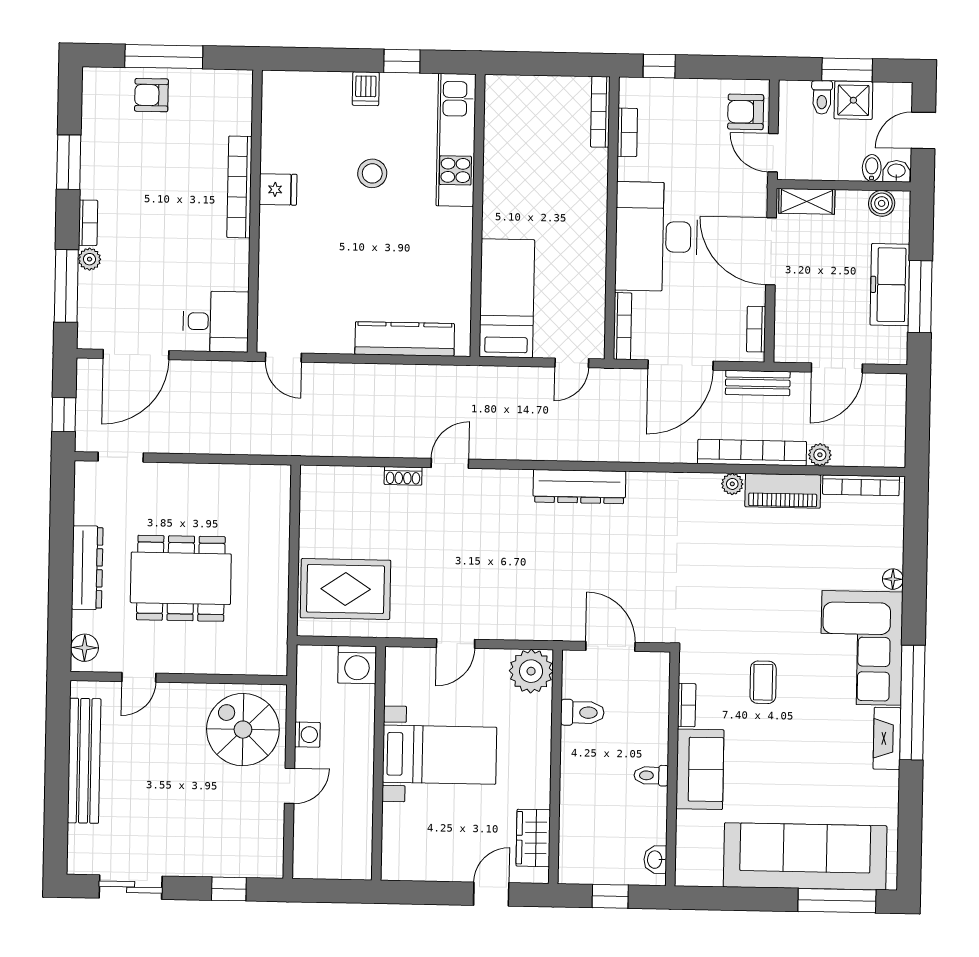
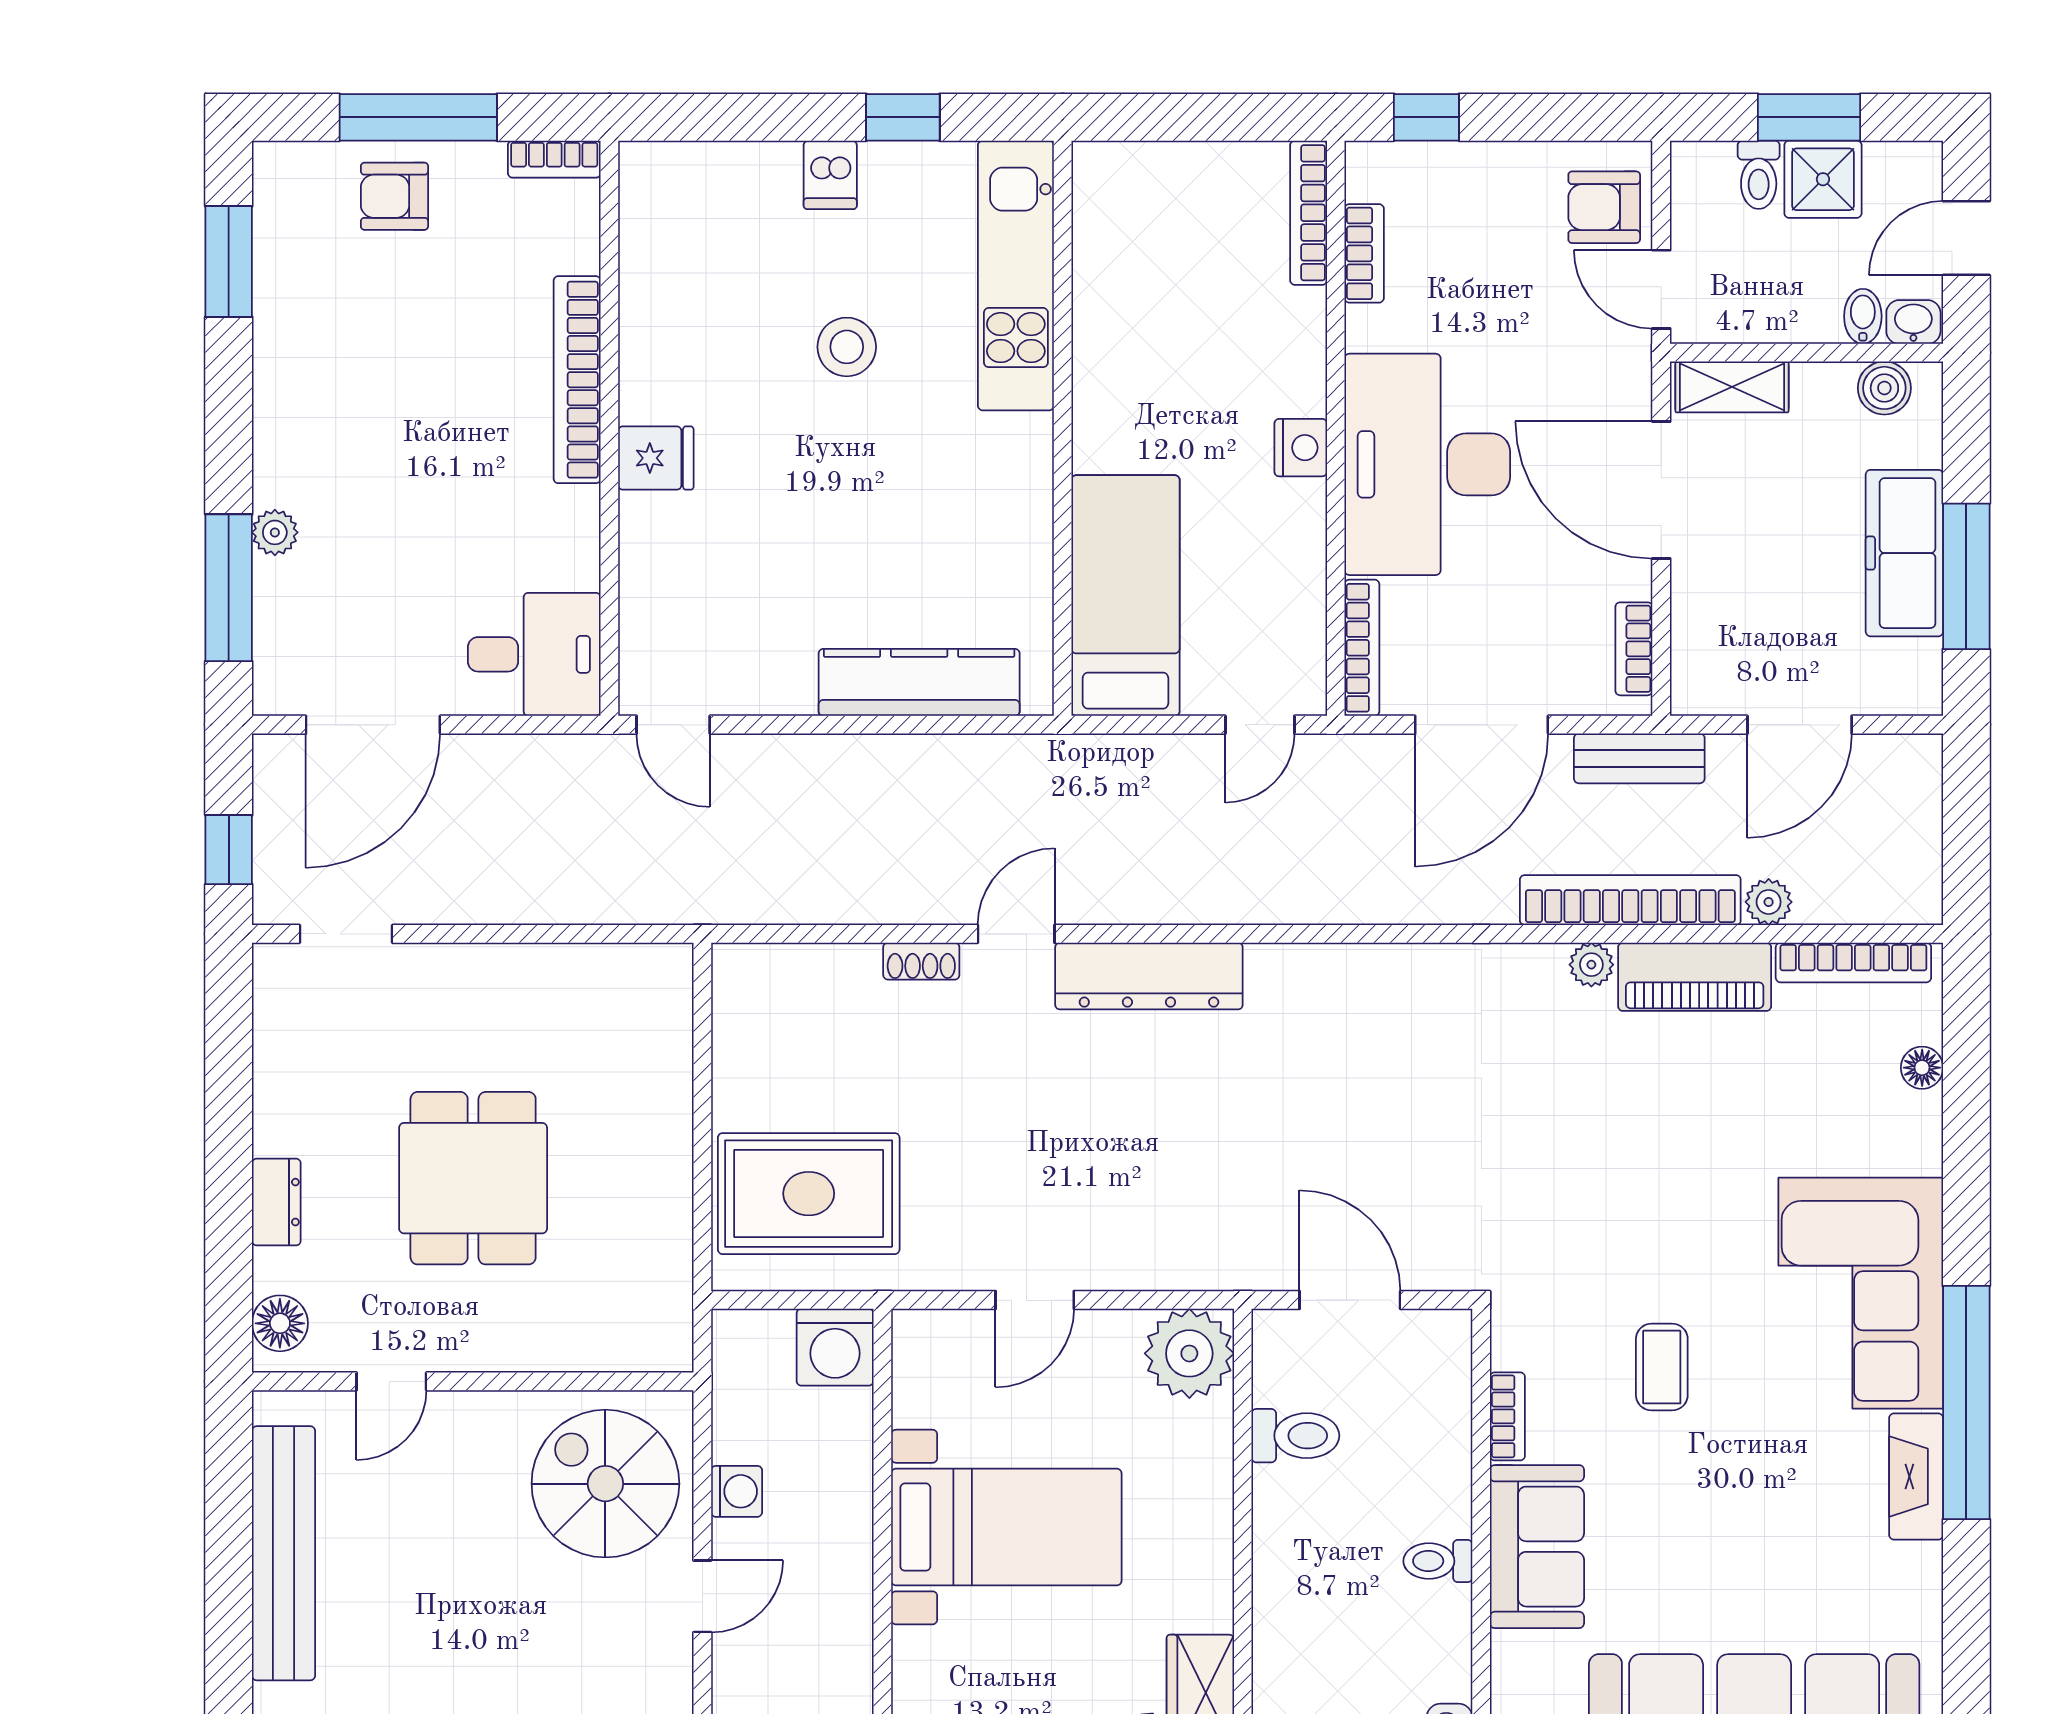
window: (69, 162) -> (229, 261), moved
fridge: (278, 189) -> (656, 458), moved
bookcase: (88, 223) -> (554, 159), moved, turned 90
nightstand: (594, 227) -> (1301, 448), added
dresser: (579, 487) -> (1149, 976), moved
dresser: (87, 568) -> (276, 1202), width x0.51, depth x0.80
dining table: (181, 578) -> (473, 1178), width x0.73
floor lamp: (893, 579) -> (1922, 1068), moved

